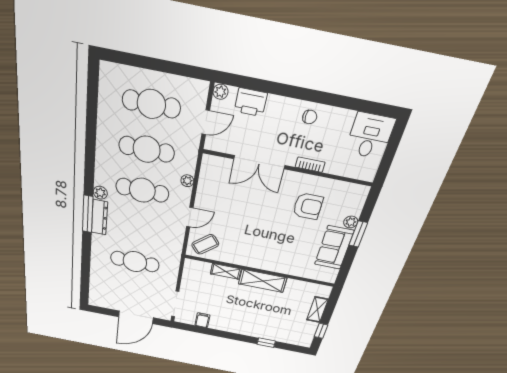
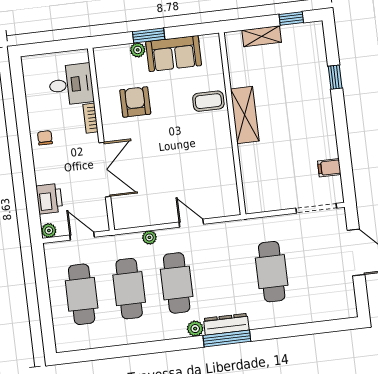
desk: (370, 136) -> (71, 85), moved, turned 180
coffee table: (205, 244) -> (208, 101), moved, turned -50
shelving: (226, 271) -> (247, 162), removed

